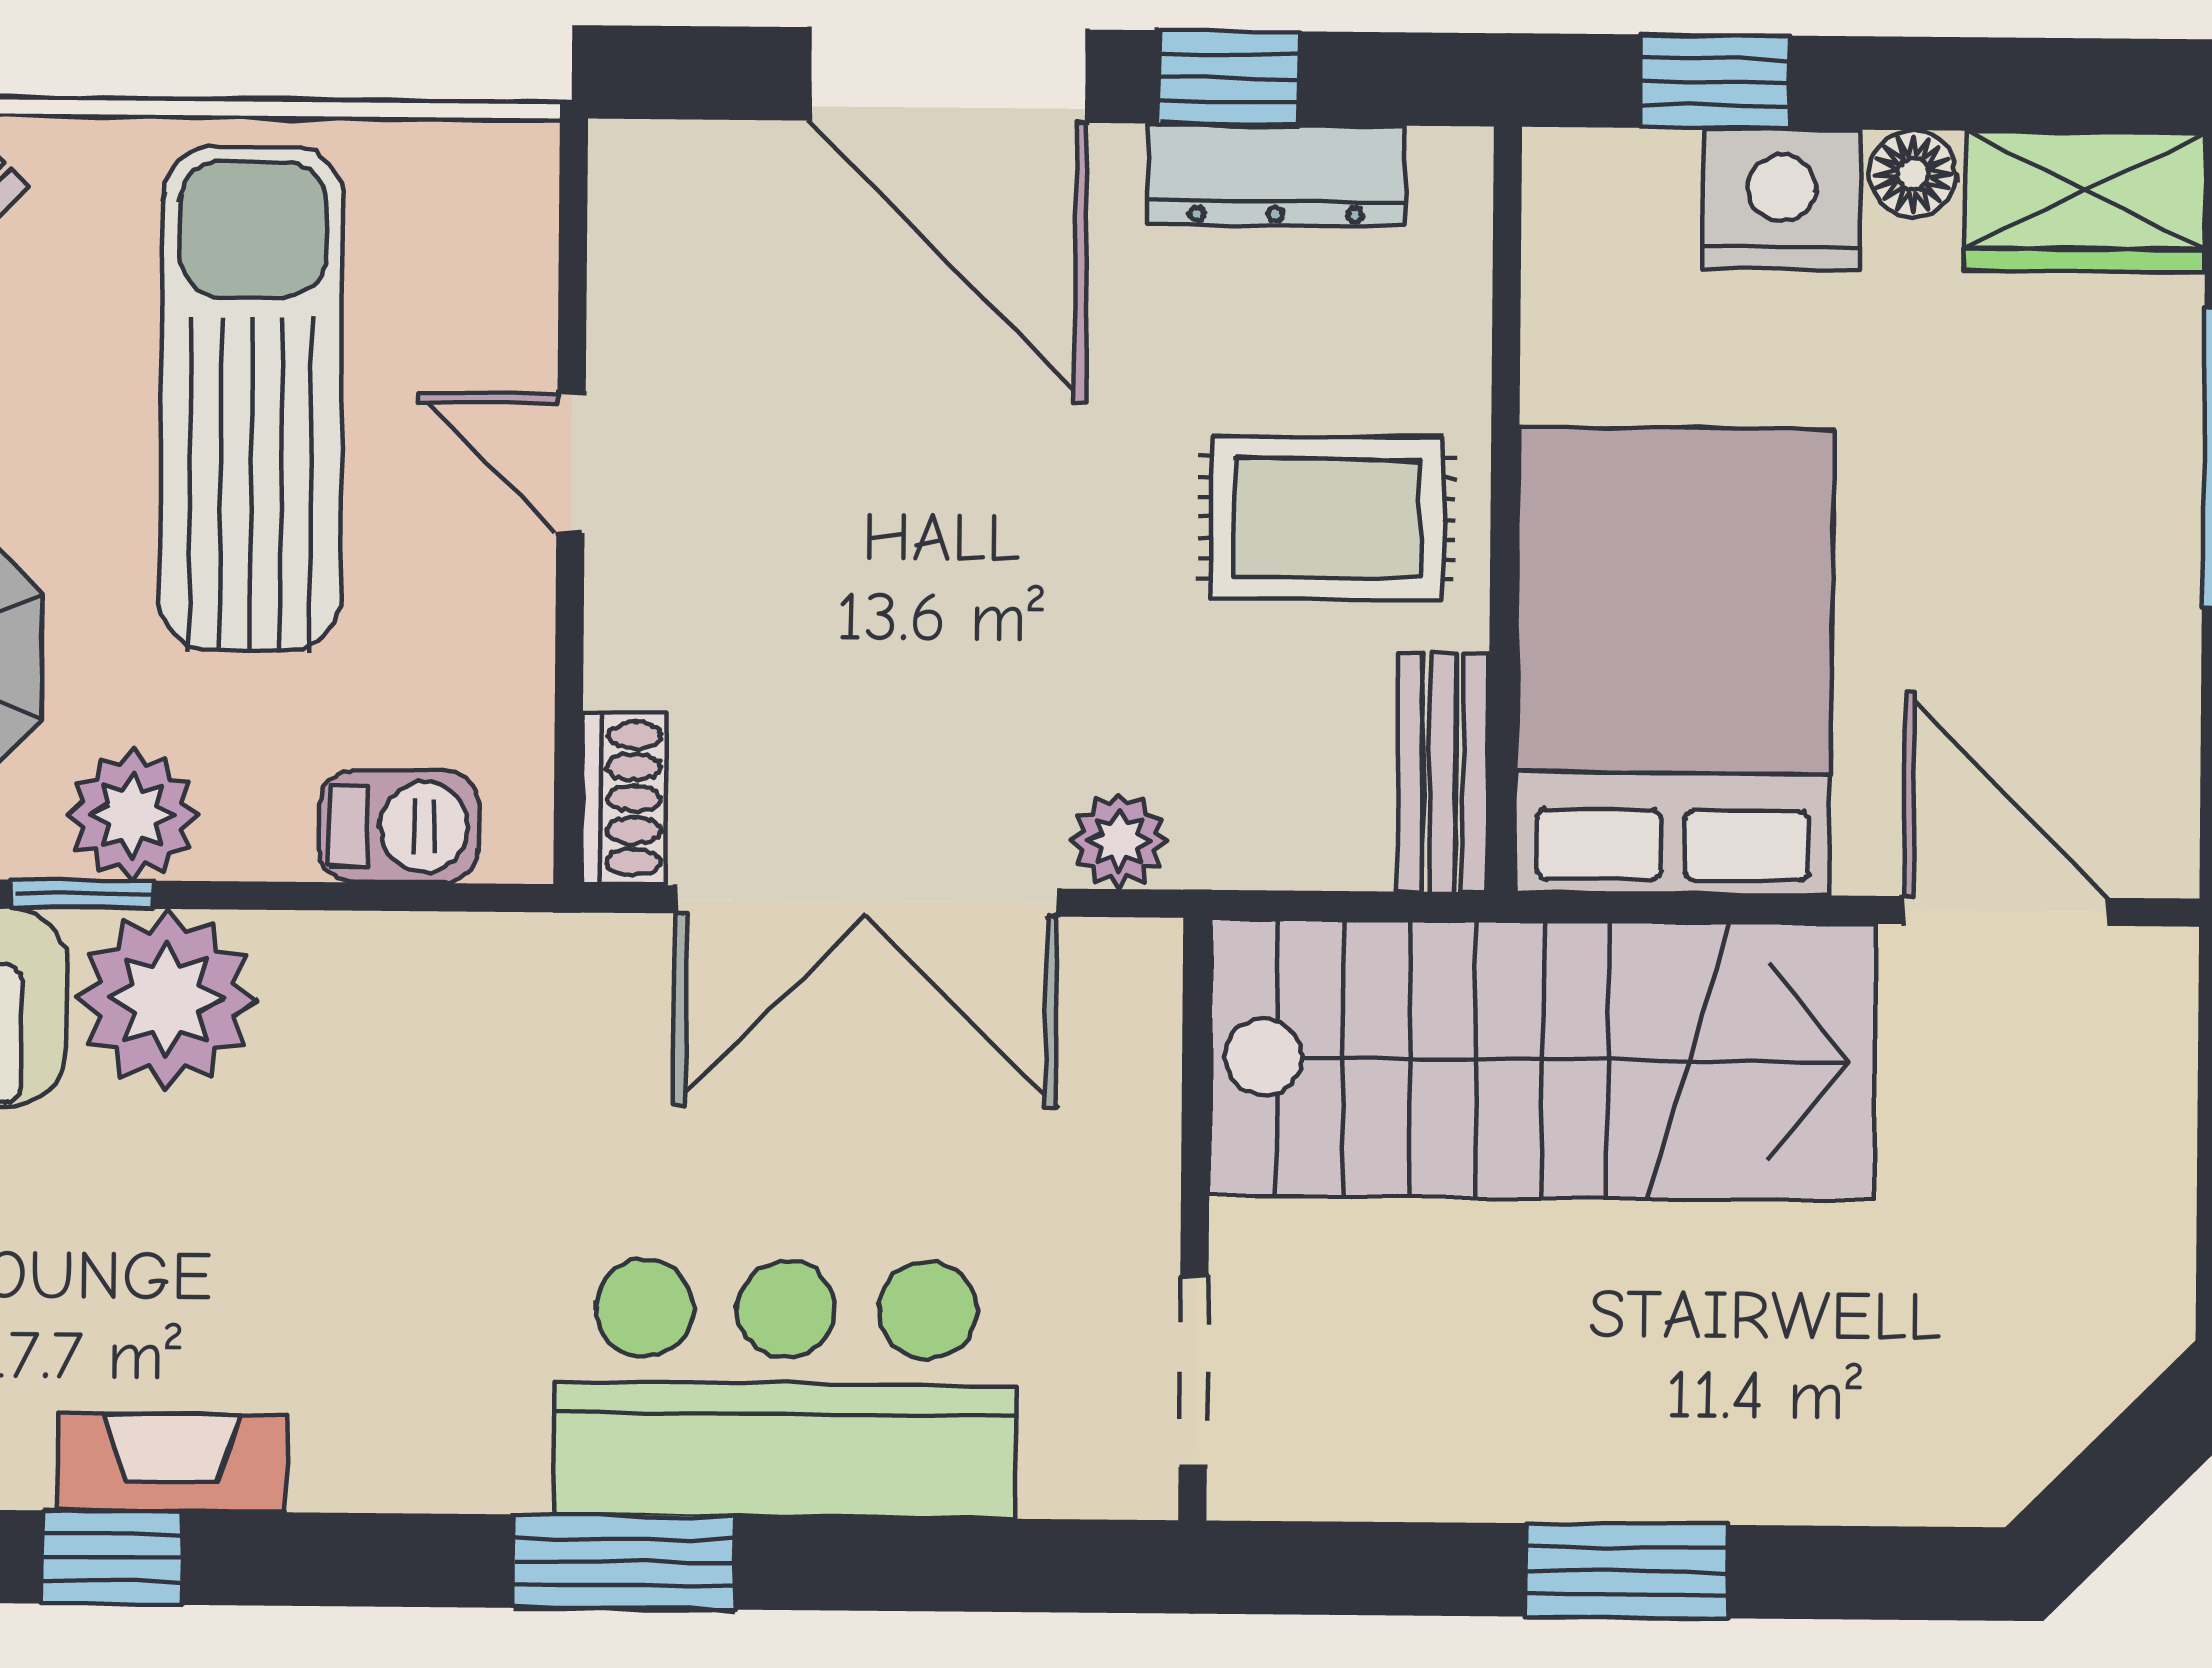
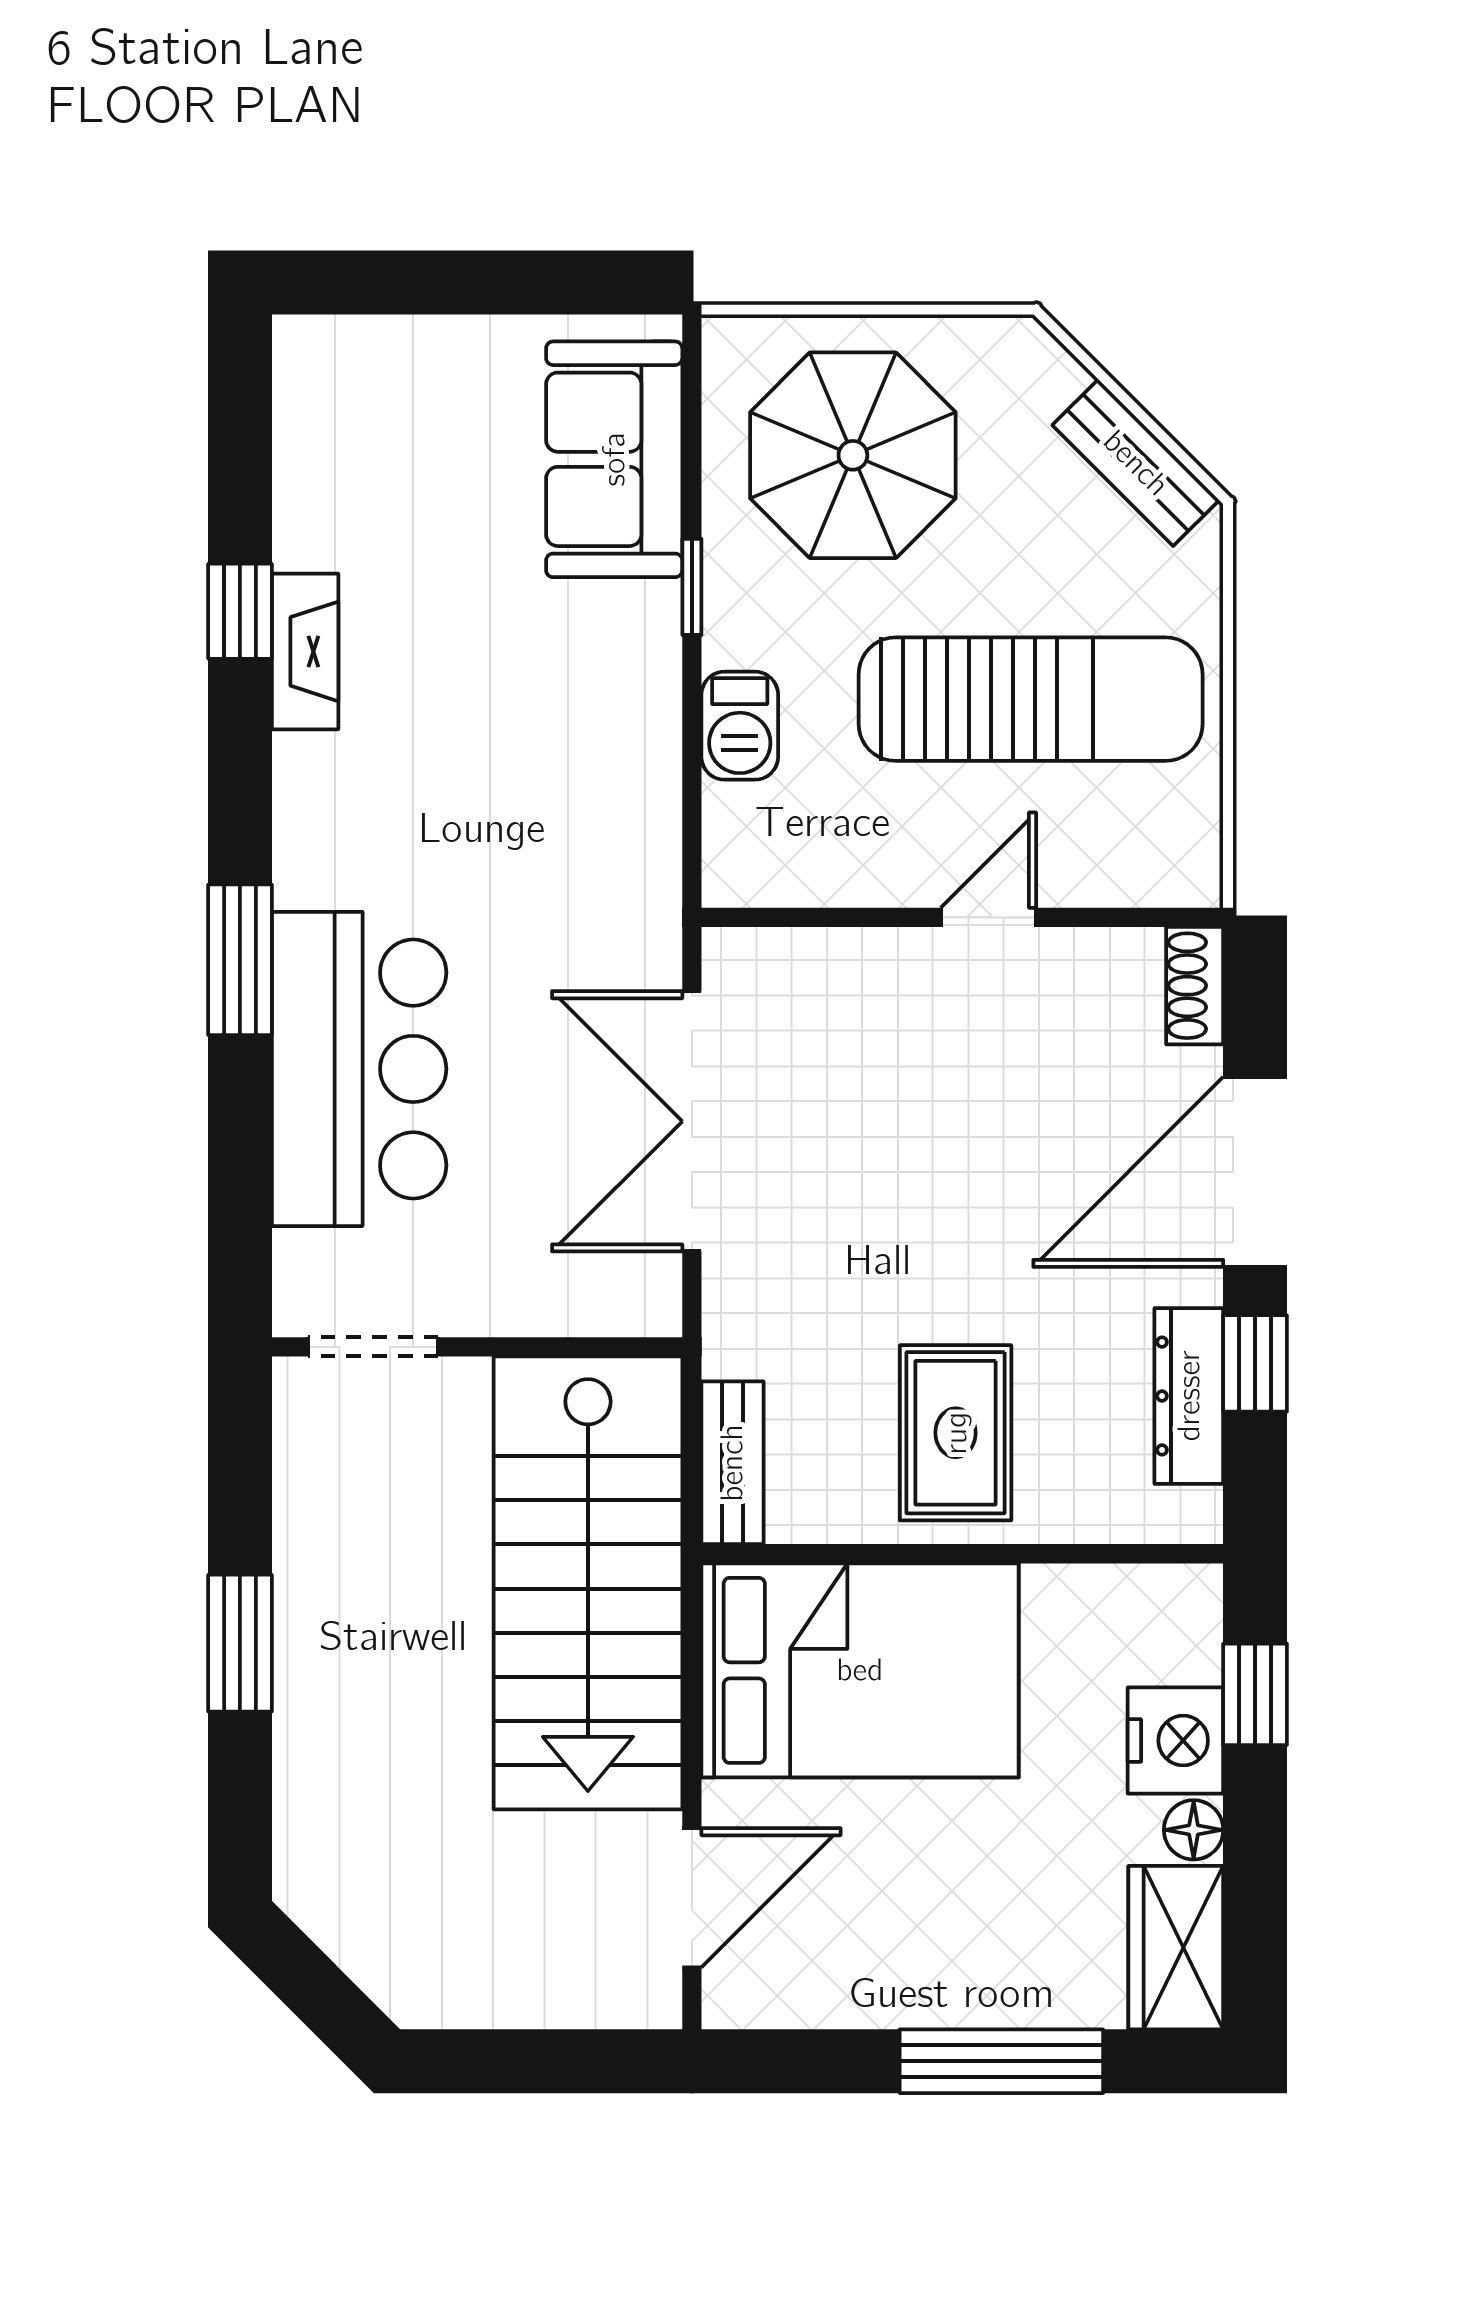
bench: (1443, 773) -> (732, 1463), moved, turned 90
shoe rack: (624, 799) -> (1195, 986), moved, turned 90
plant: (132, 815) -> (746, 621), removed
barbecue: (399, 827) -> (740, 726), moved
plant: (1119, 841) -> (734, 1293), removed
plant: (167, 999) -> (621, 645), removed

